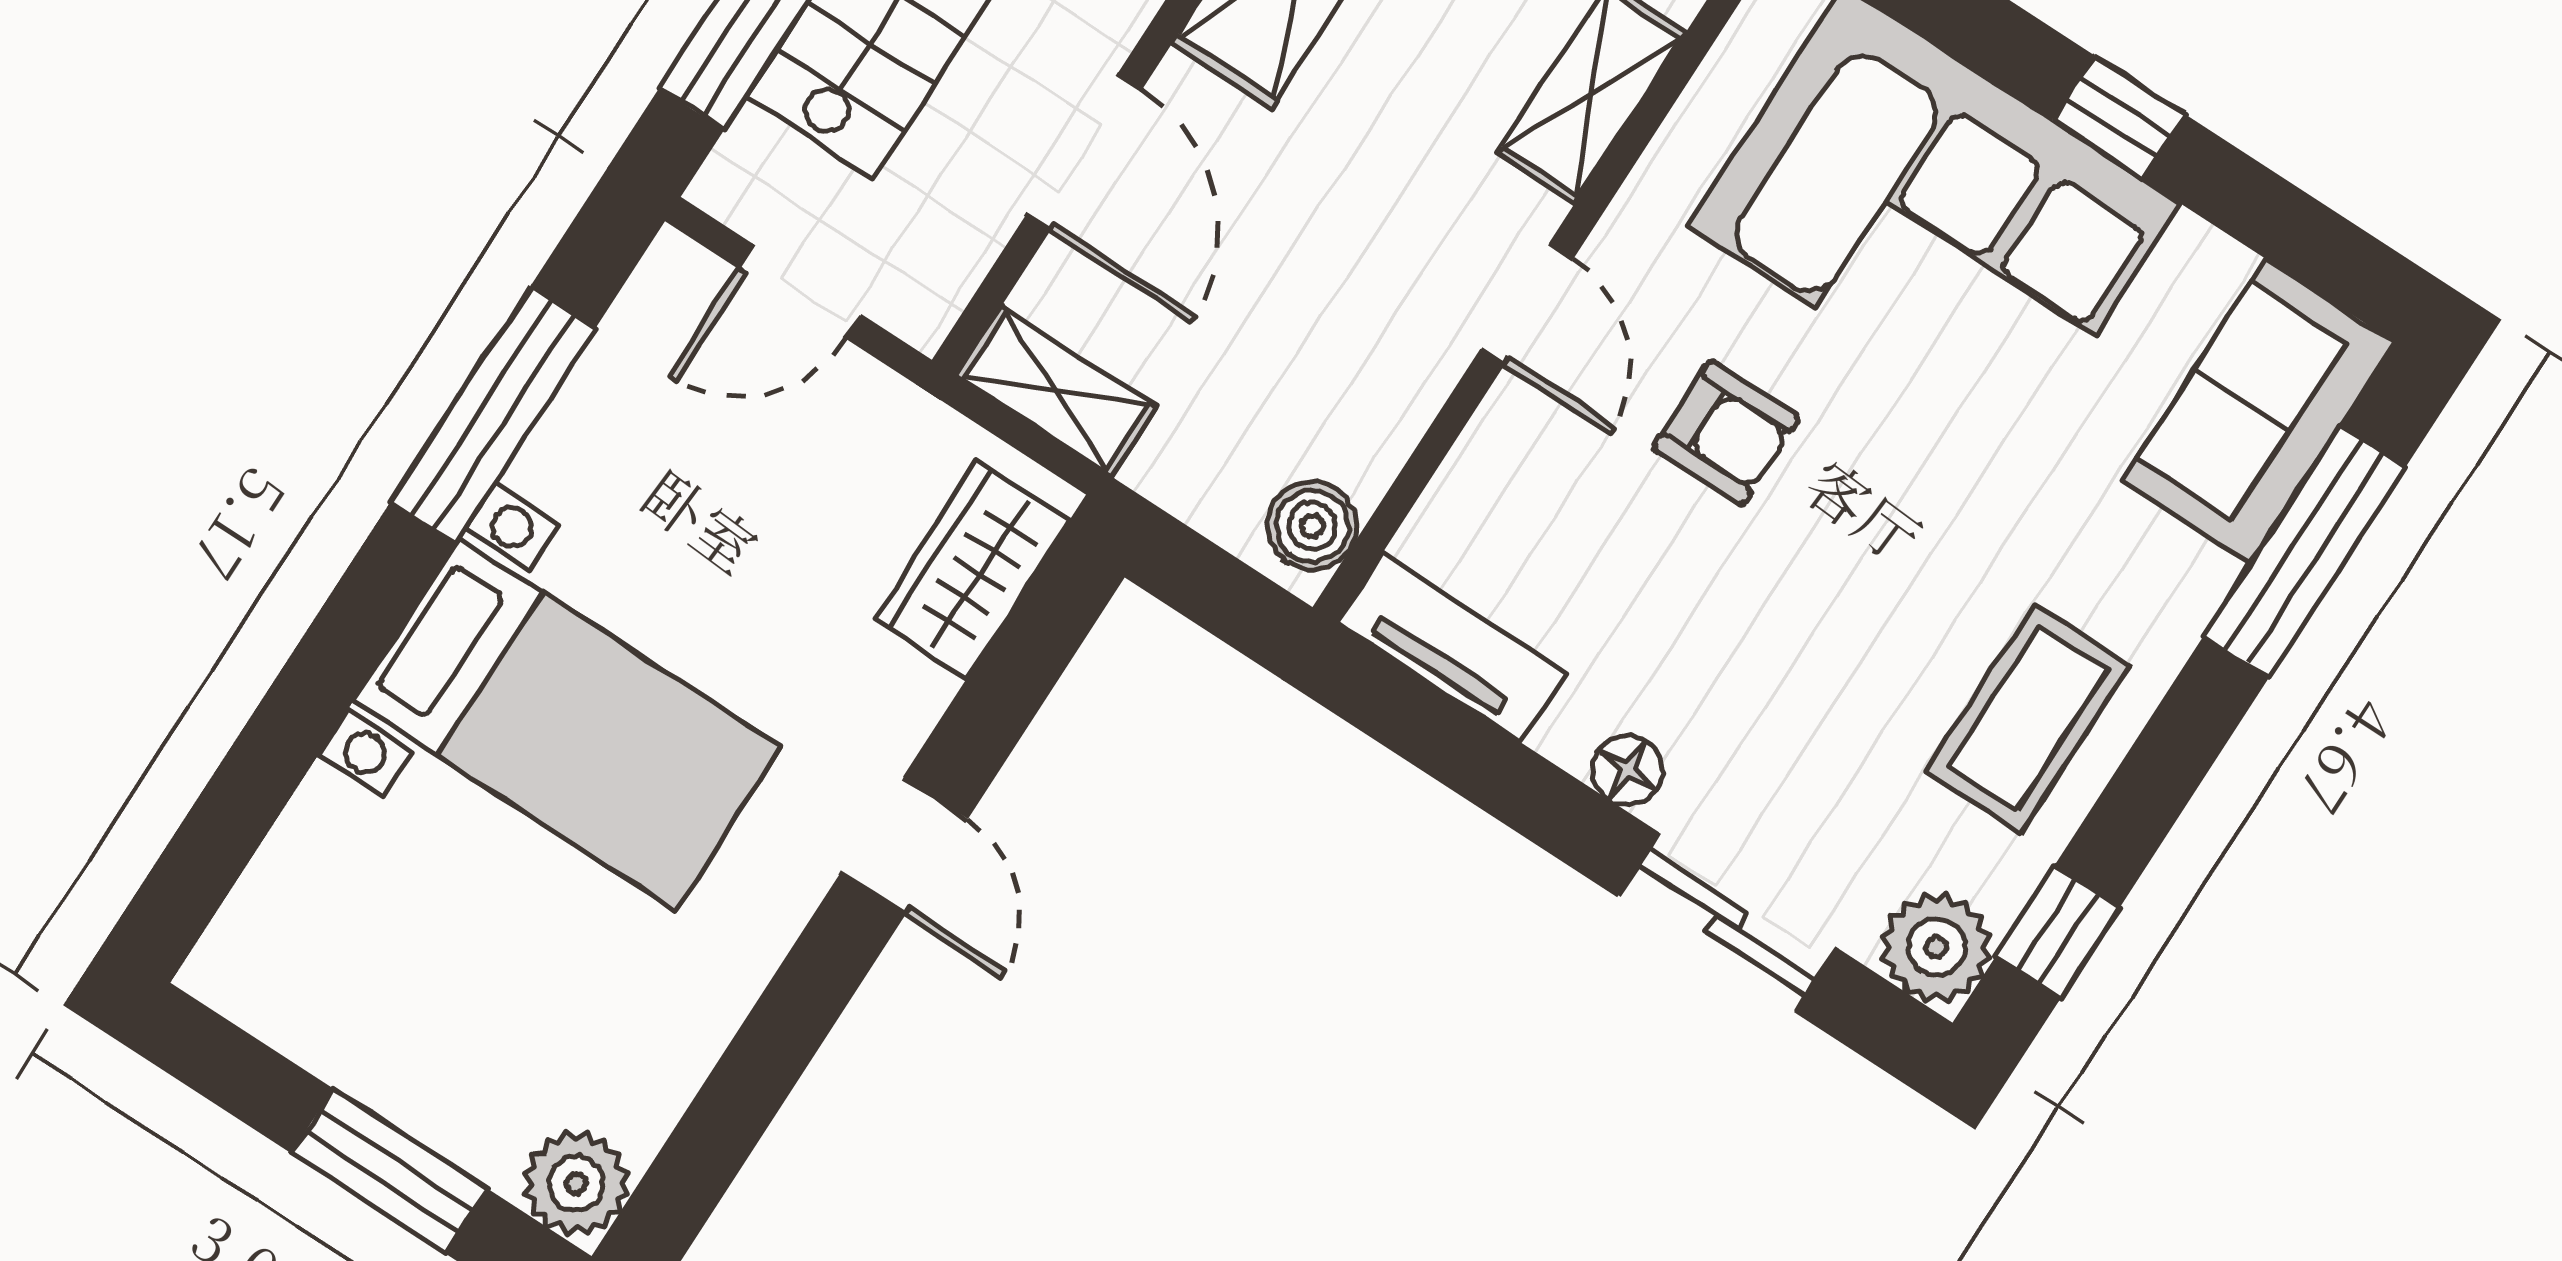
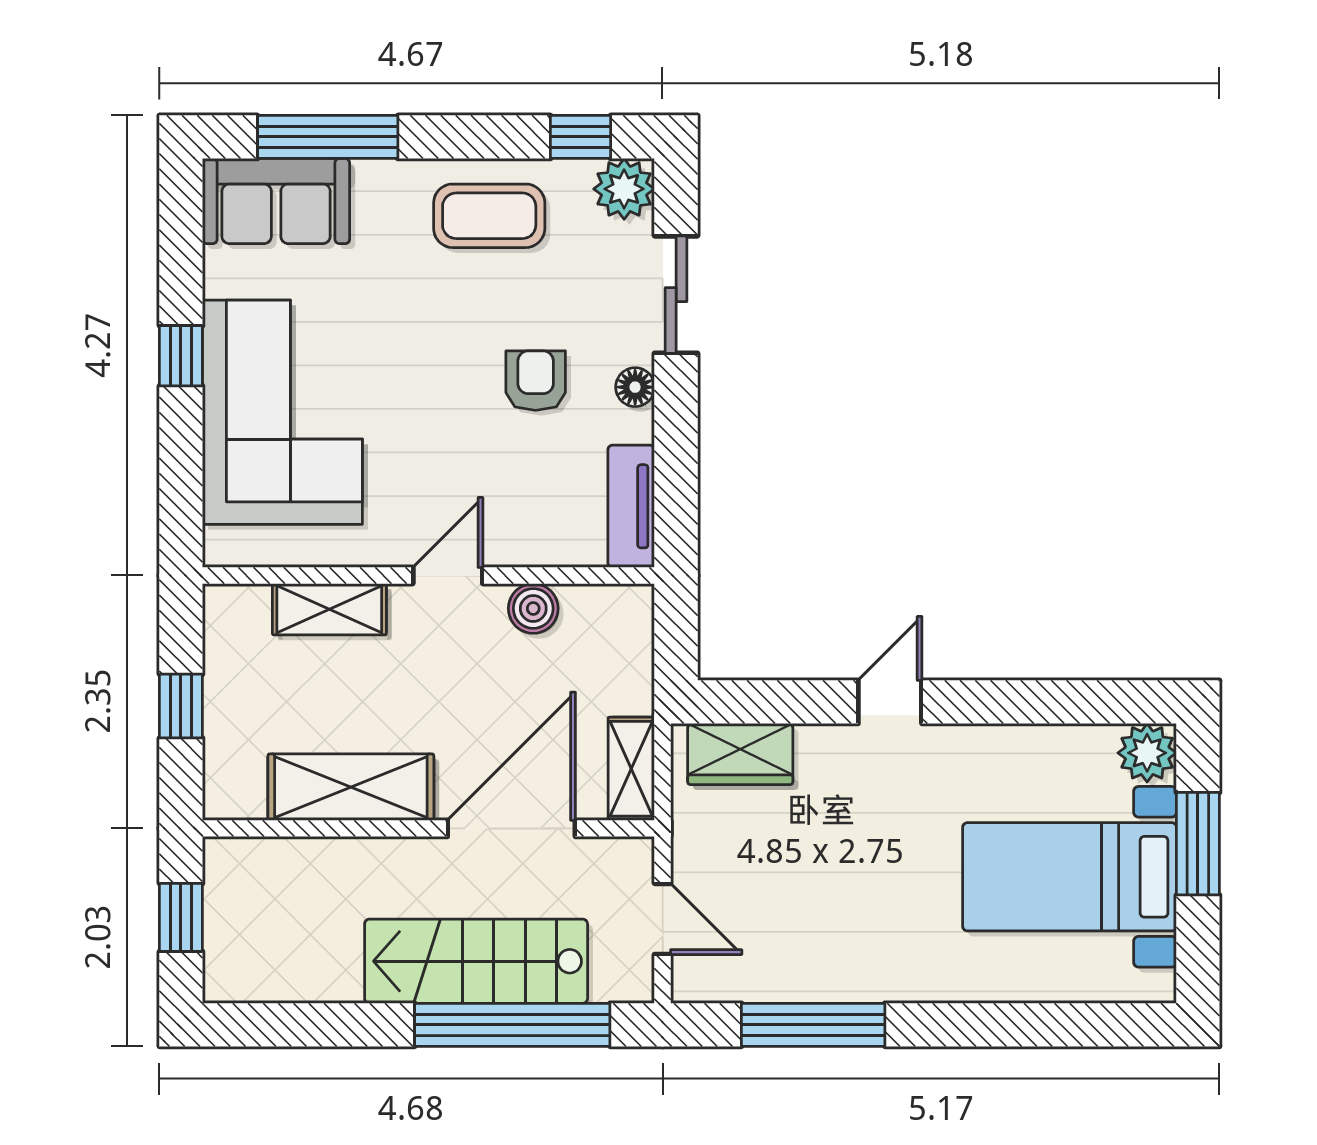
door: (1084, 152) -> (511, 828), width x1.36
armchair: (1726, 433) -> (536, 381), moved
boiler: (1312, 526) -> (533, 608), moved
bed with nightstands: (567, 724) -> (1070, 877), moved, turned -90

